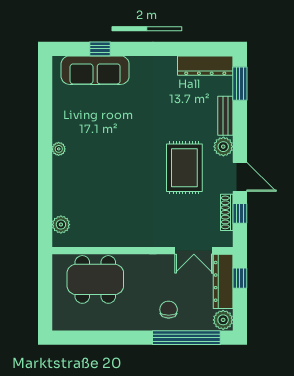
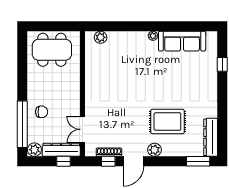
sofa: (95, 70) -> (182, 41), moved, turned -90
bench: (225, 116) -> (176, 151), removed
rug: (184, 168) -> (167, 121), moved
dining table: (95, 279) -> (52, 50), moved, turned 90

